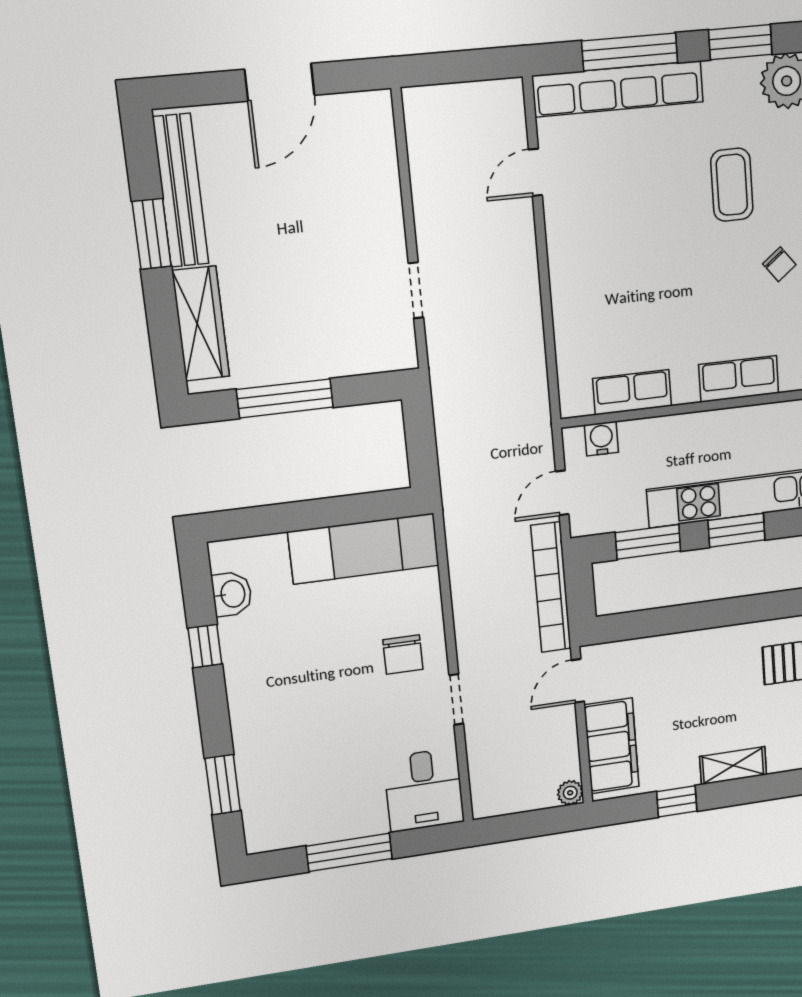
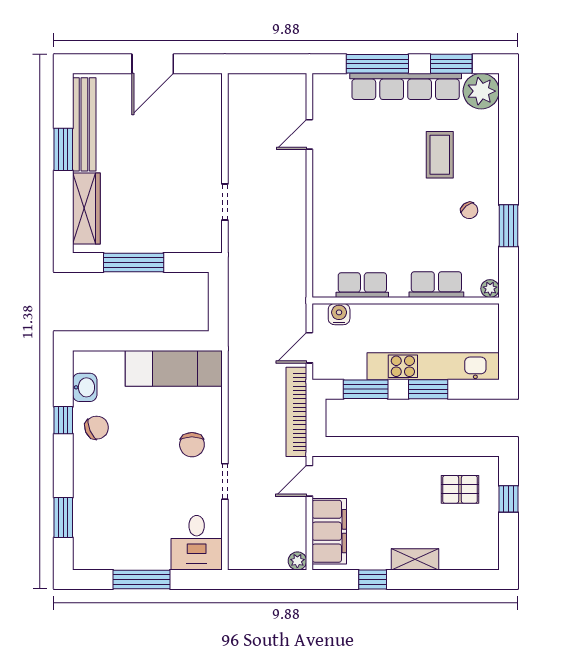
row of seats: (618, 89) -> (406, 86), moved
chair: (257, 650) -> (97, 428), added

